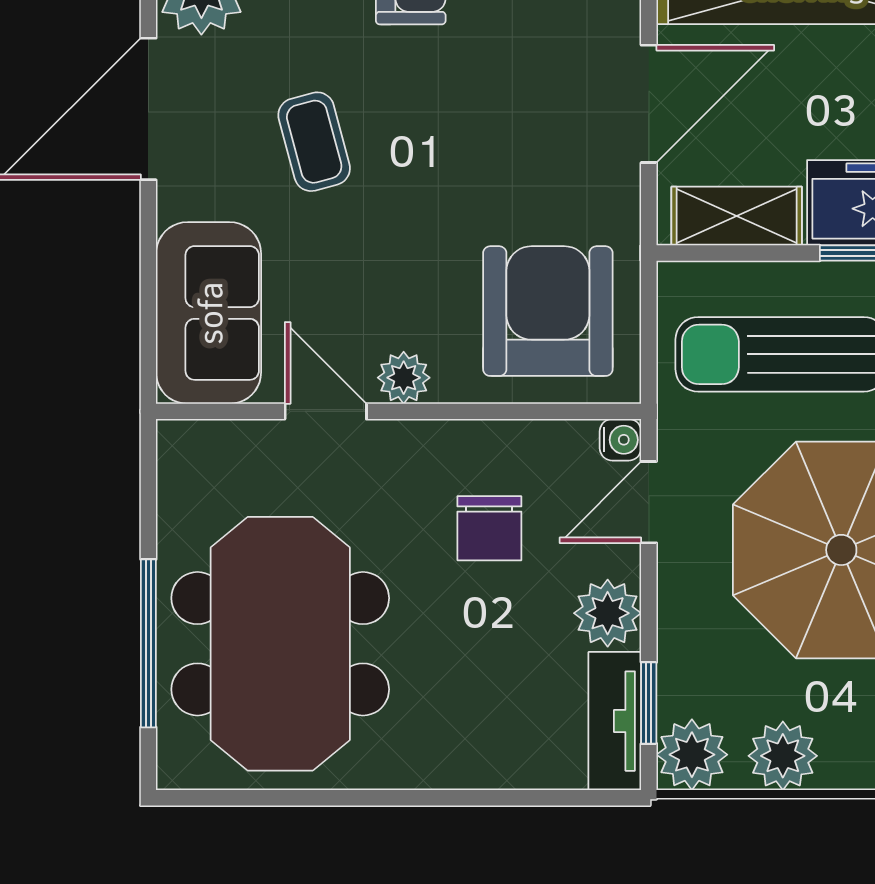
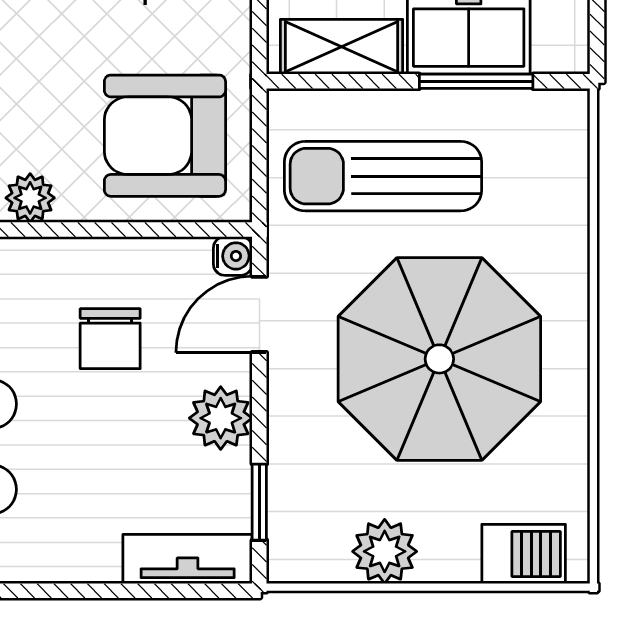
armchair: (548, 311) -> (165, 136), turned -90
tv unit: (615, 721) -> (188, 559), moved, turned 90
plant: (692, 755) -> (300, 550), removed

